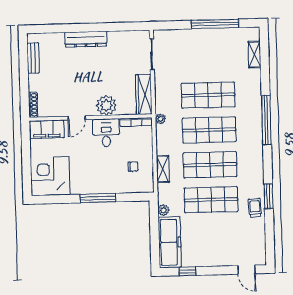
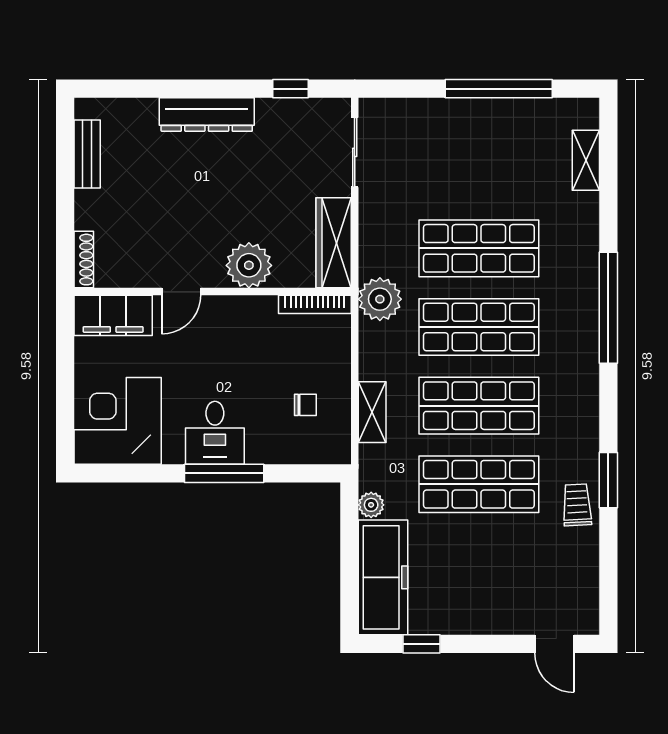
window: (123, 27) -> (291, 89), added
plant: (160, 119) -> (380, 299), width x1.87, depth x1.87
desk: (106, 133) -> (215, 433), moved, turned 180

